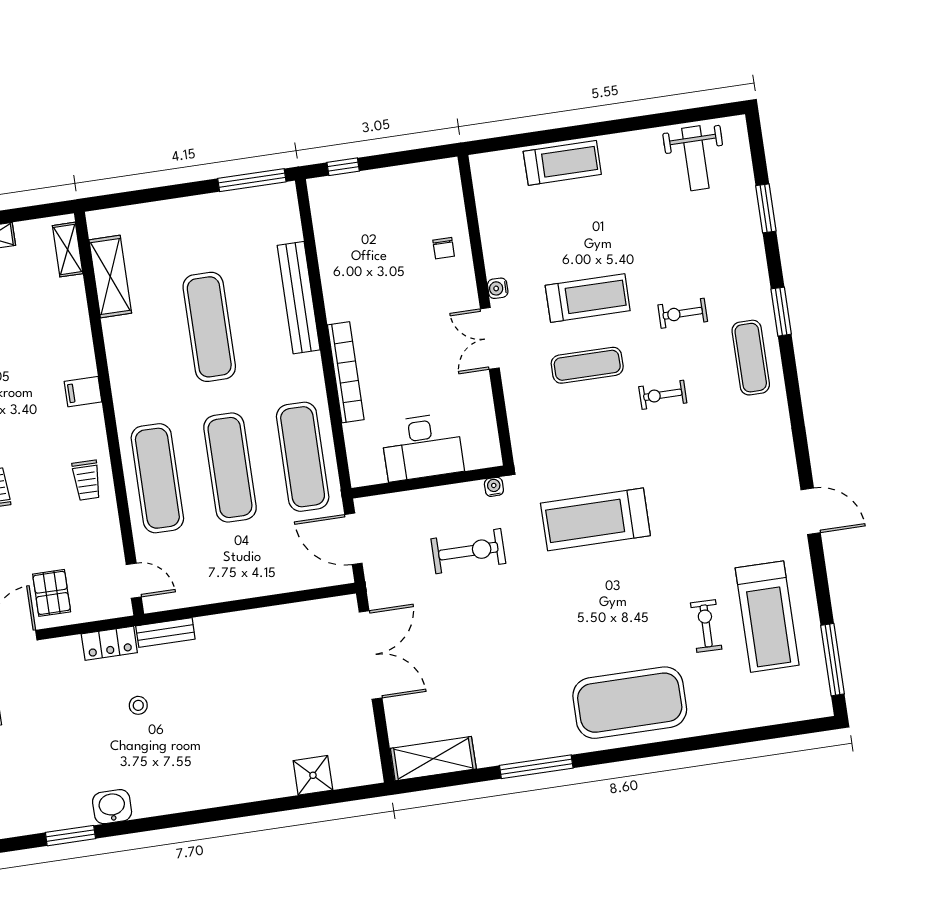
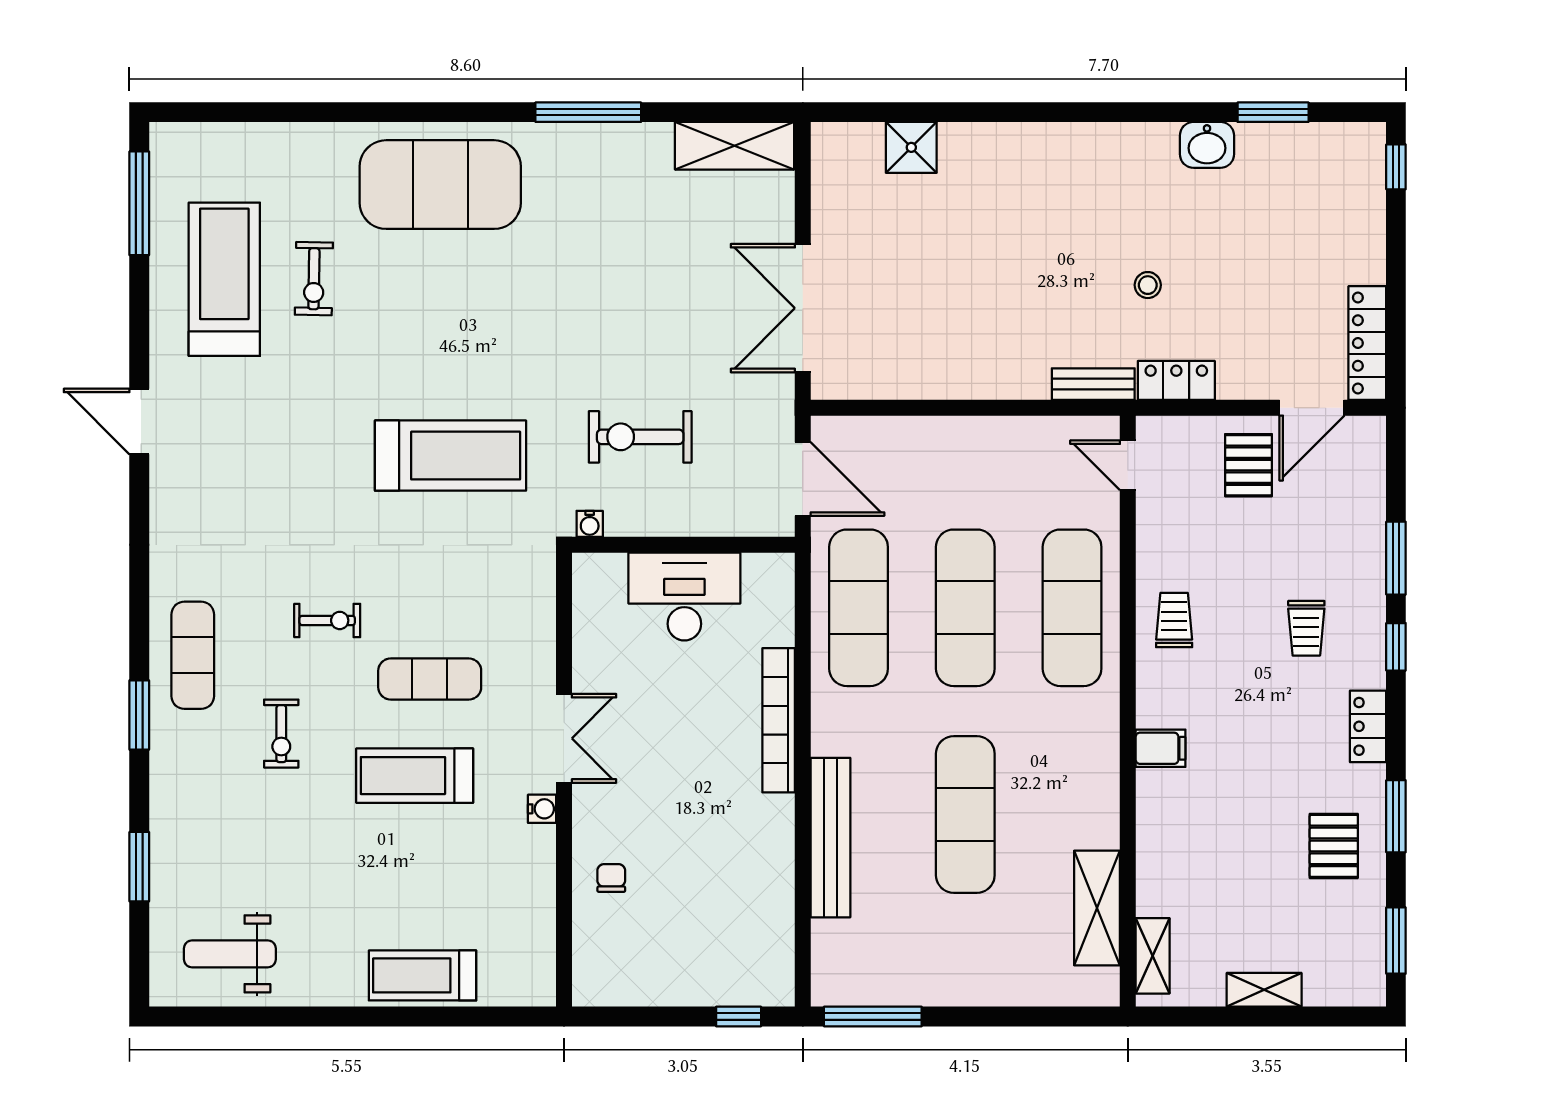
weight bench: (695, 158) -> (230, 954), turned -90
exercise bike: (683, 313) -> (281, 734), turned 90

